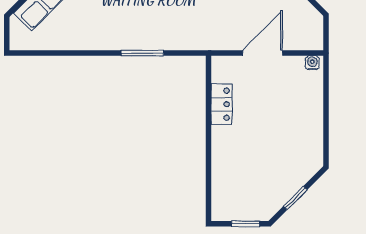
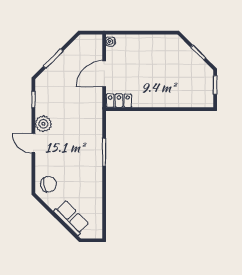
door: (263, 53) -> (104, 74), hinge flipped
locker: (221, 104) -> (119, 101), moved

